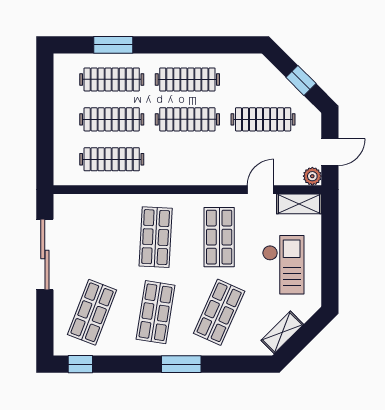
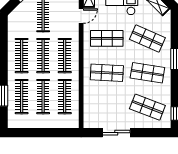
clothes rail: (187, 159) -> (65, 56), added
door: (260, 190) -> (81, 16), swing flipped
sliding door: (45, 254) -> (116, 133), width x0.73

